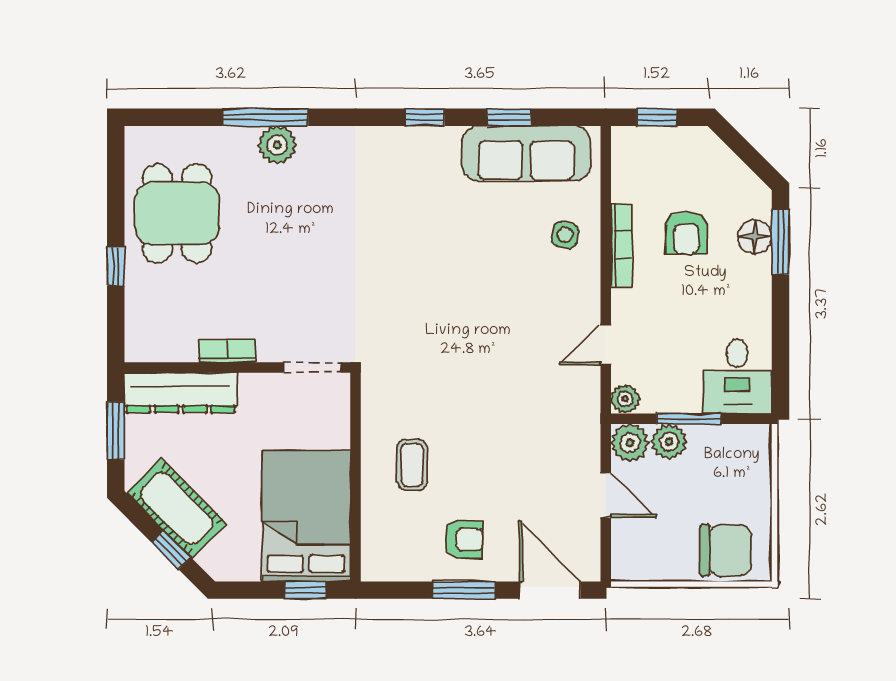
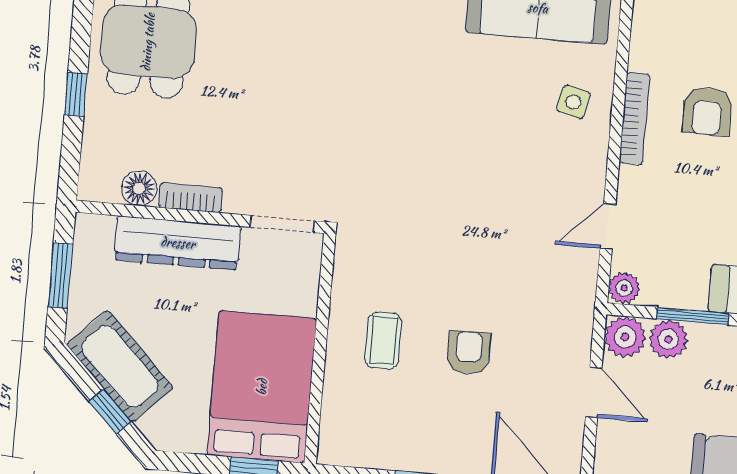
floor lamp: (180, 346) -> (139, 188), added
dresser: (181, 393) -> (178, 243), moved
armchair: (464, 539) -> (469, 353), moved, turned -92

